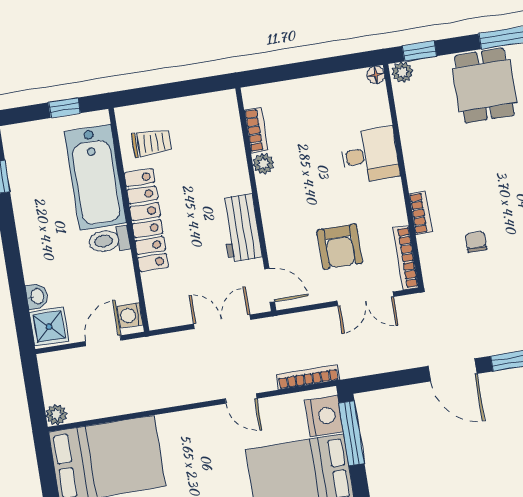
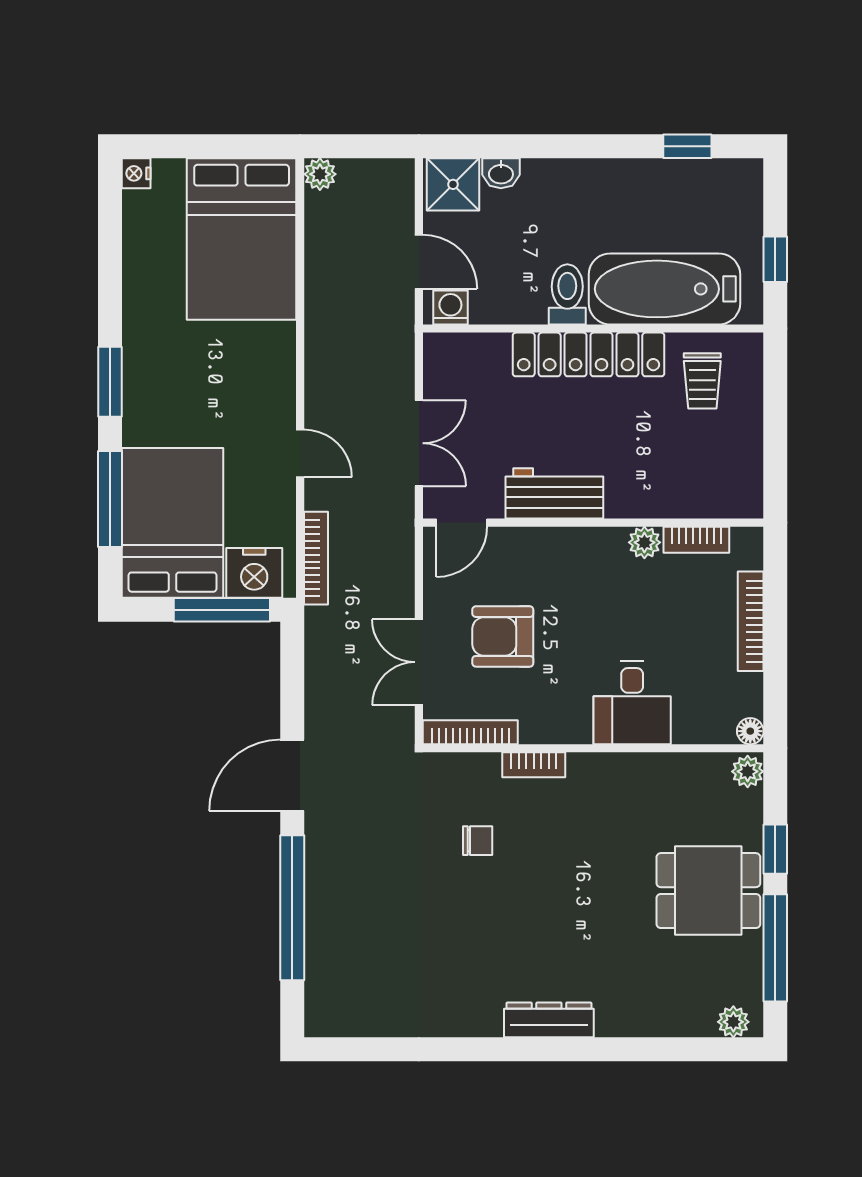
window: (419, 51) -> (775, 849), moved
bookcase: (304, 86) -> (751, 621), added
door: (241, 398) -> (300, 453), swing flipped

